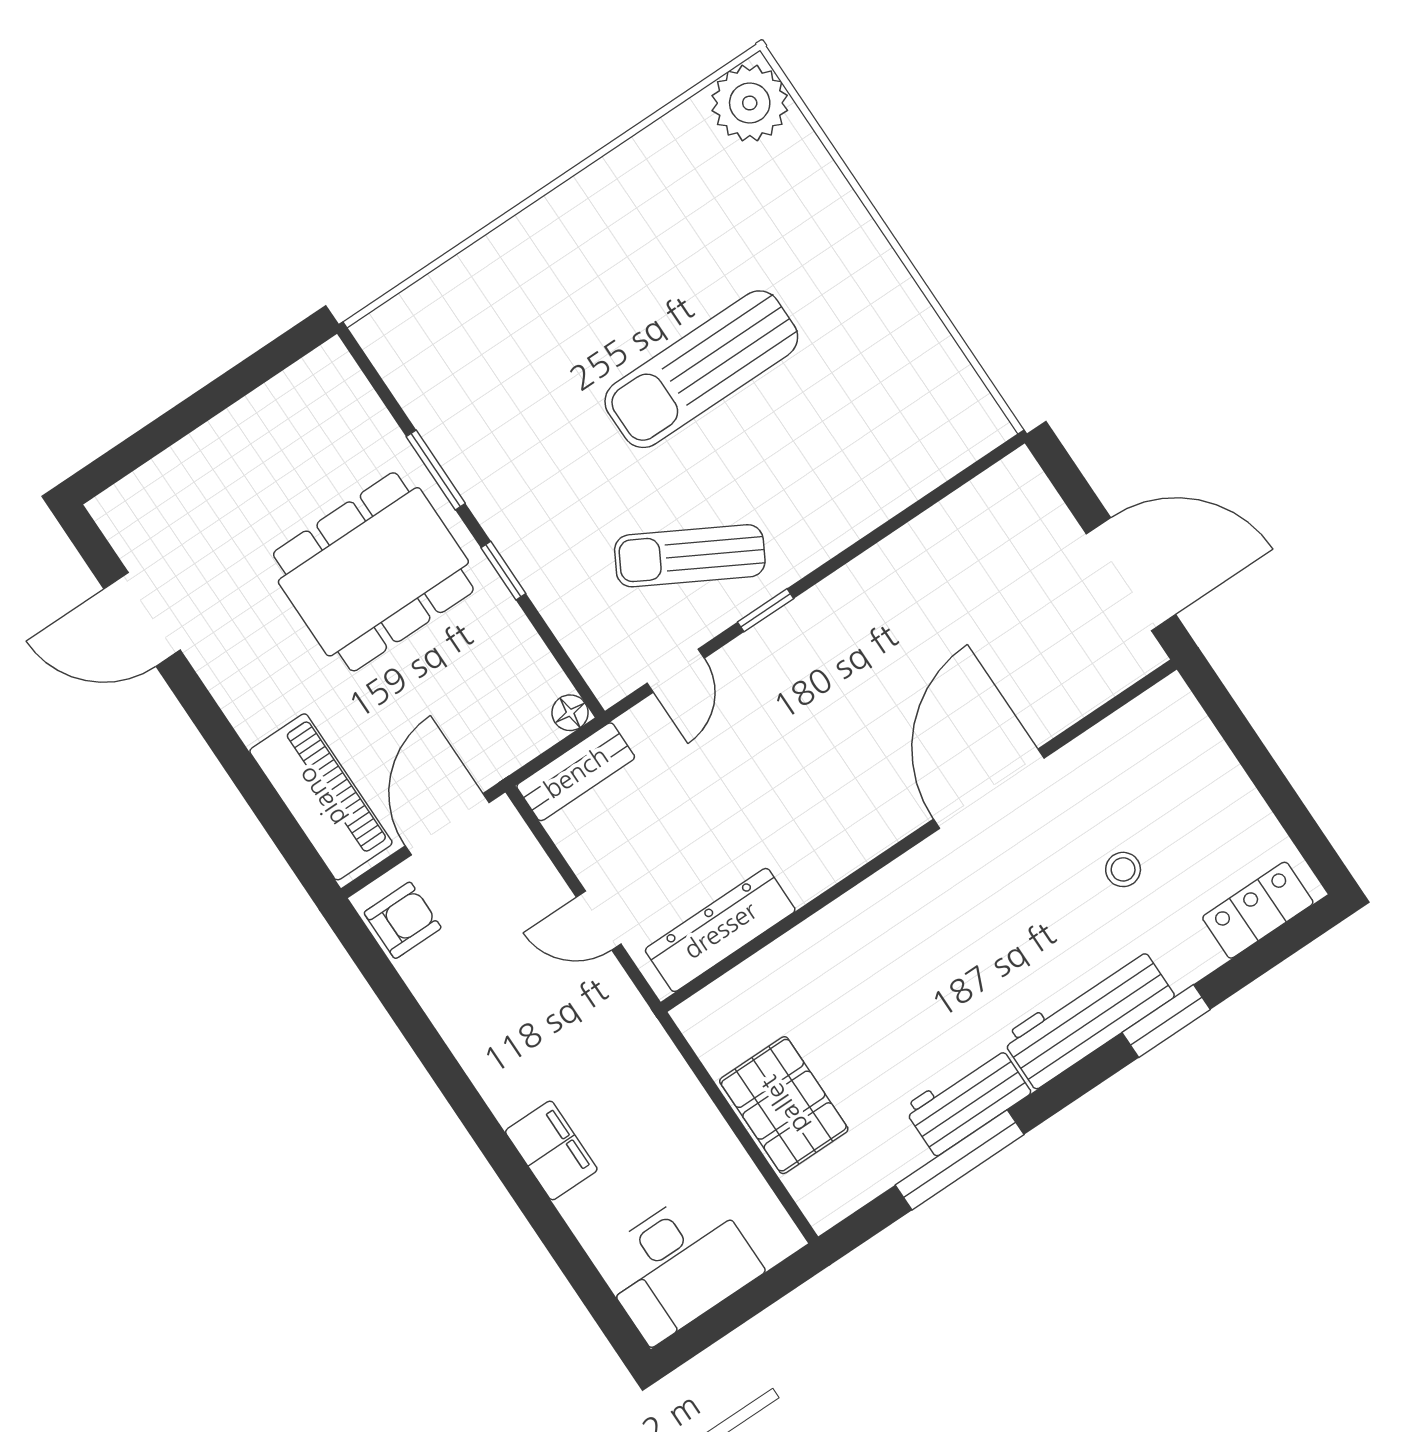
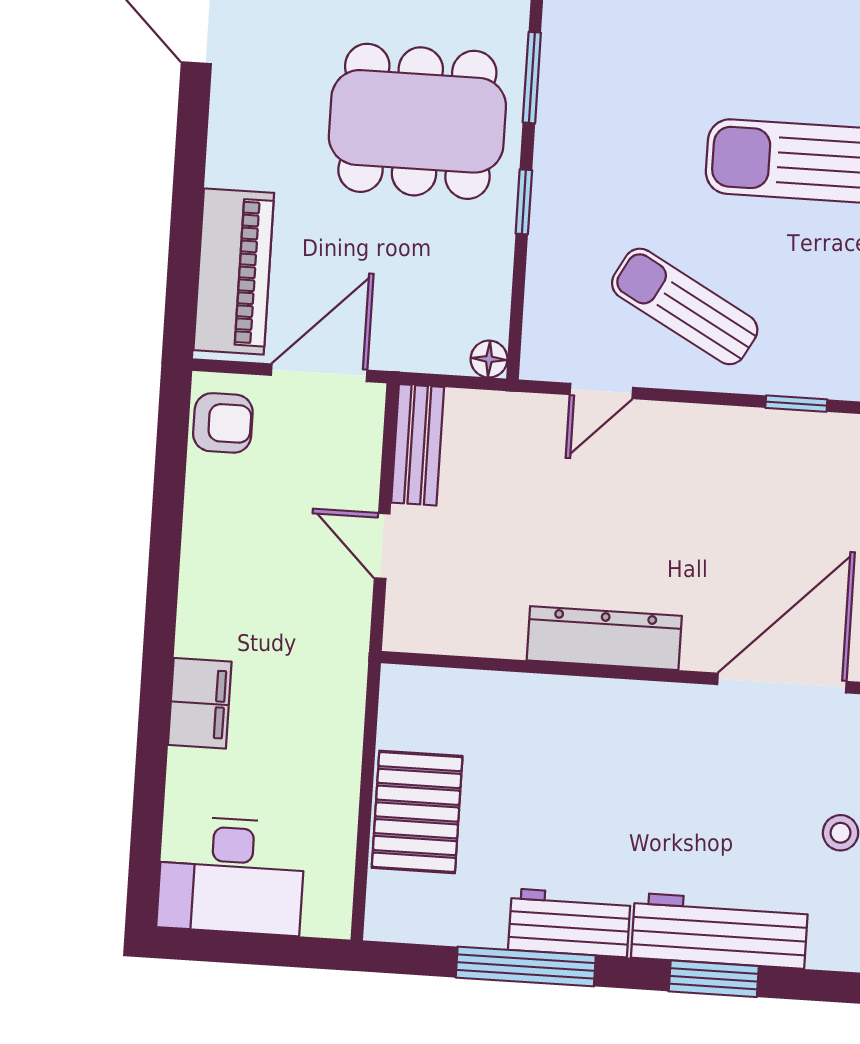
window: (766, 610) -> (796, 404), moved
bench: (576, 772) -> (418, 445), moved, turned 90
dresser: (720, 930) -> (604, 638), moved
window: (1166, 1021) -> (714, 979), moved

